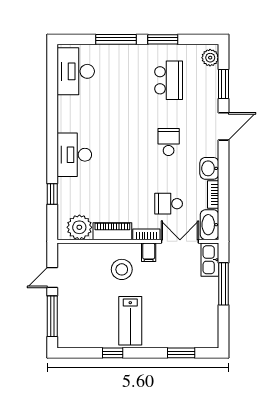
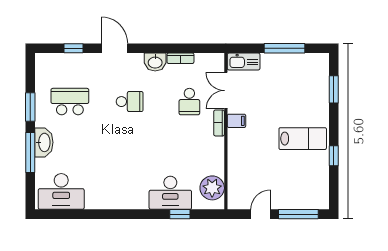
plant: (210, 58) -> (48, 61), removed
window: (224, 84) -> (74, 48), width x0.67
school desk: (169, 142) -> (130, 102), turned 180
desk: (74, 155) -> (170, 193), moved
washbasin: (210, 225) -> (44, 142), moved, turned -90
piano: (112, 231) -> (216, 156), removed
stool: (122, 269) -> (253, 147), removed
door: (52, 277) -> (261, 214), swing flipped
window: (224, 284) -> (284, 48), moved

